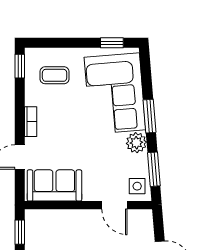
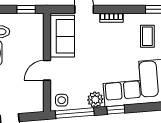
window: (150, 116) -> (116, 110), width x0.67
window: (154, 169) -> (75, 113), width x1.44
door: (114, 205) -> (47, 70), moved

